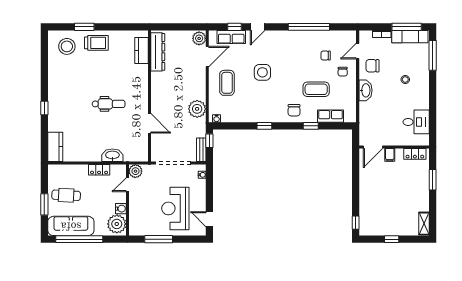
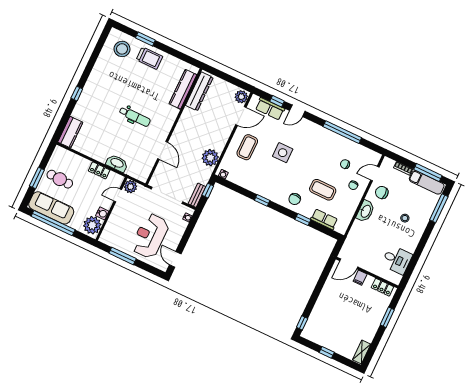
kitchen counter: (141, 51) -> (183, 89), width x1.50

